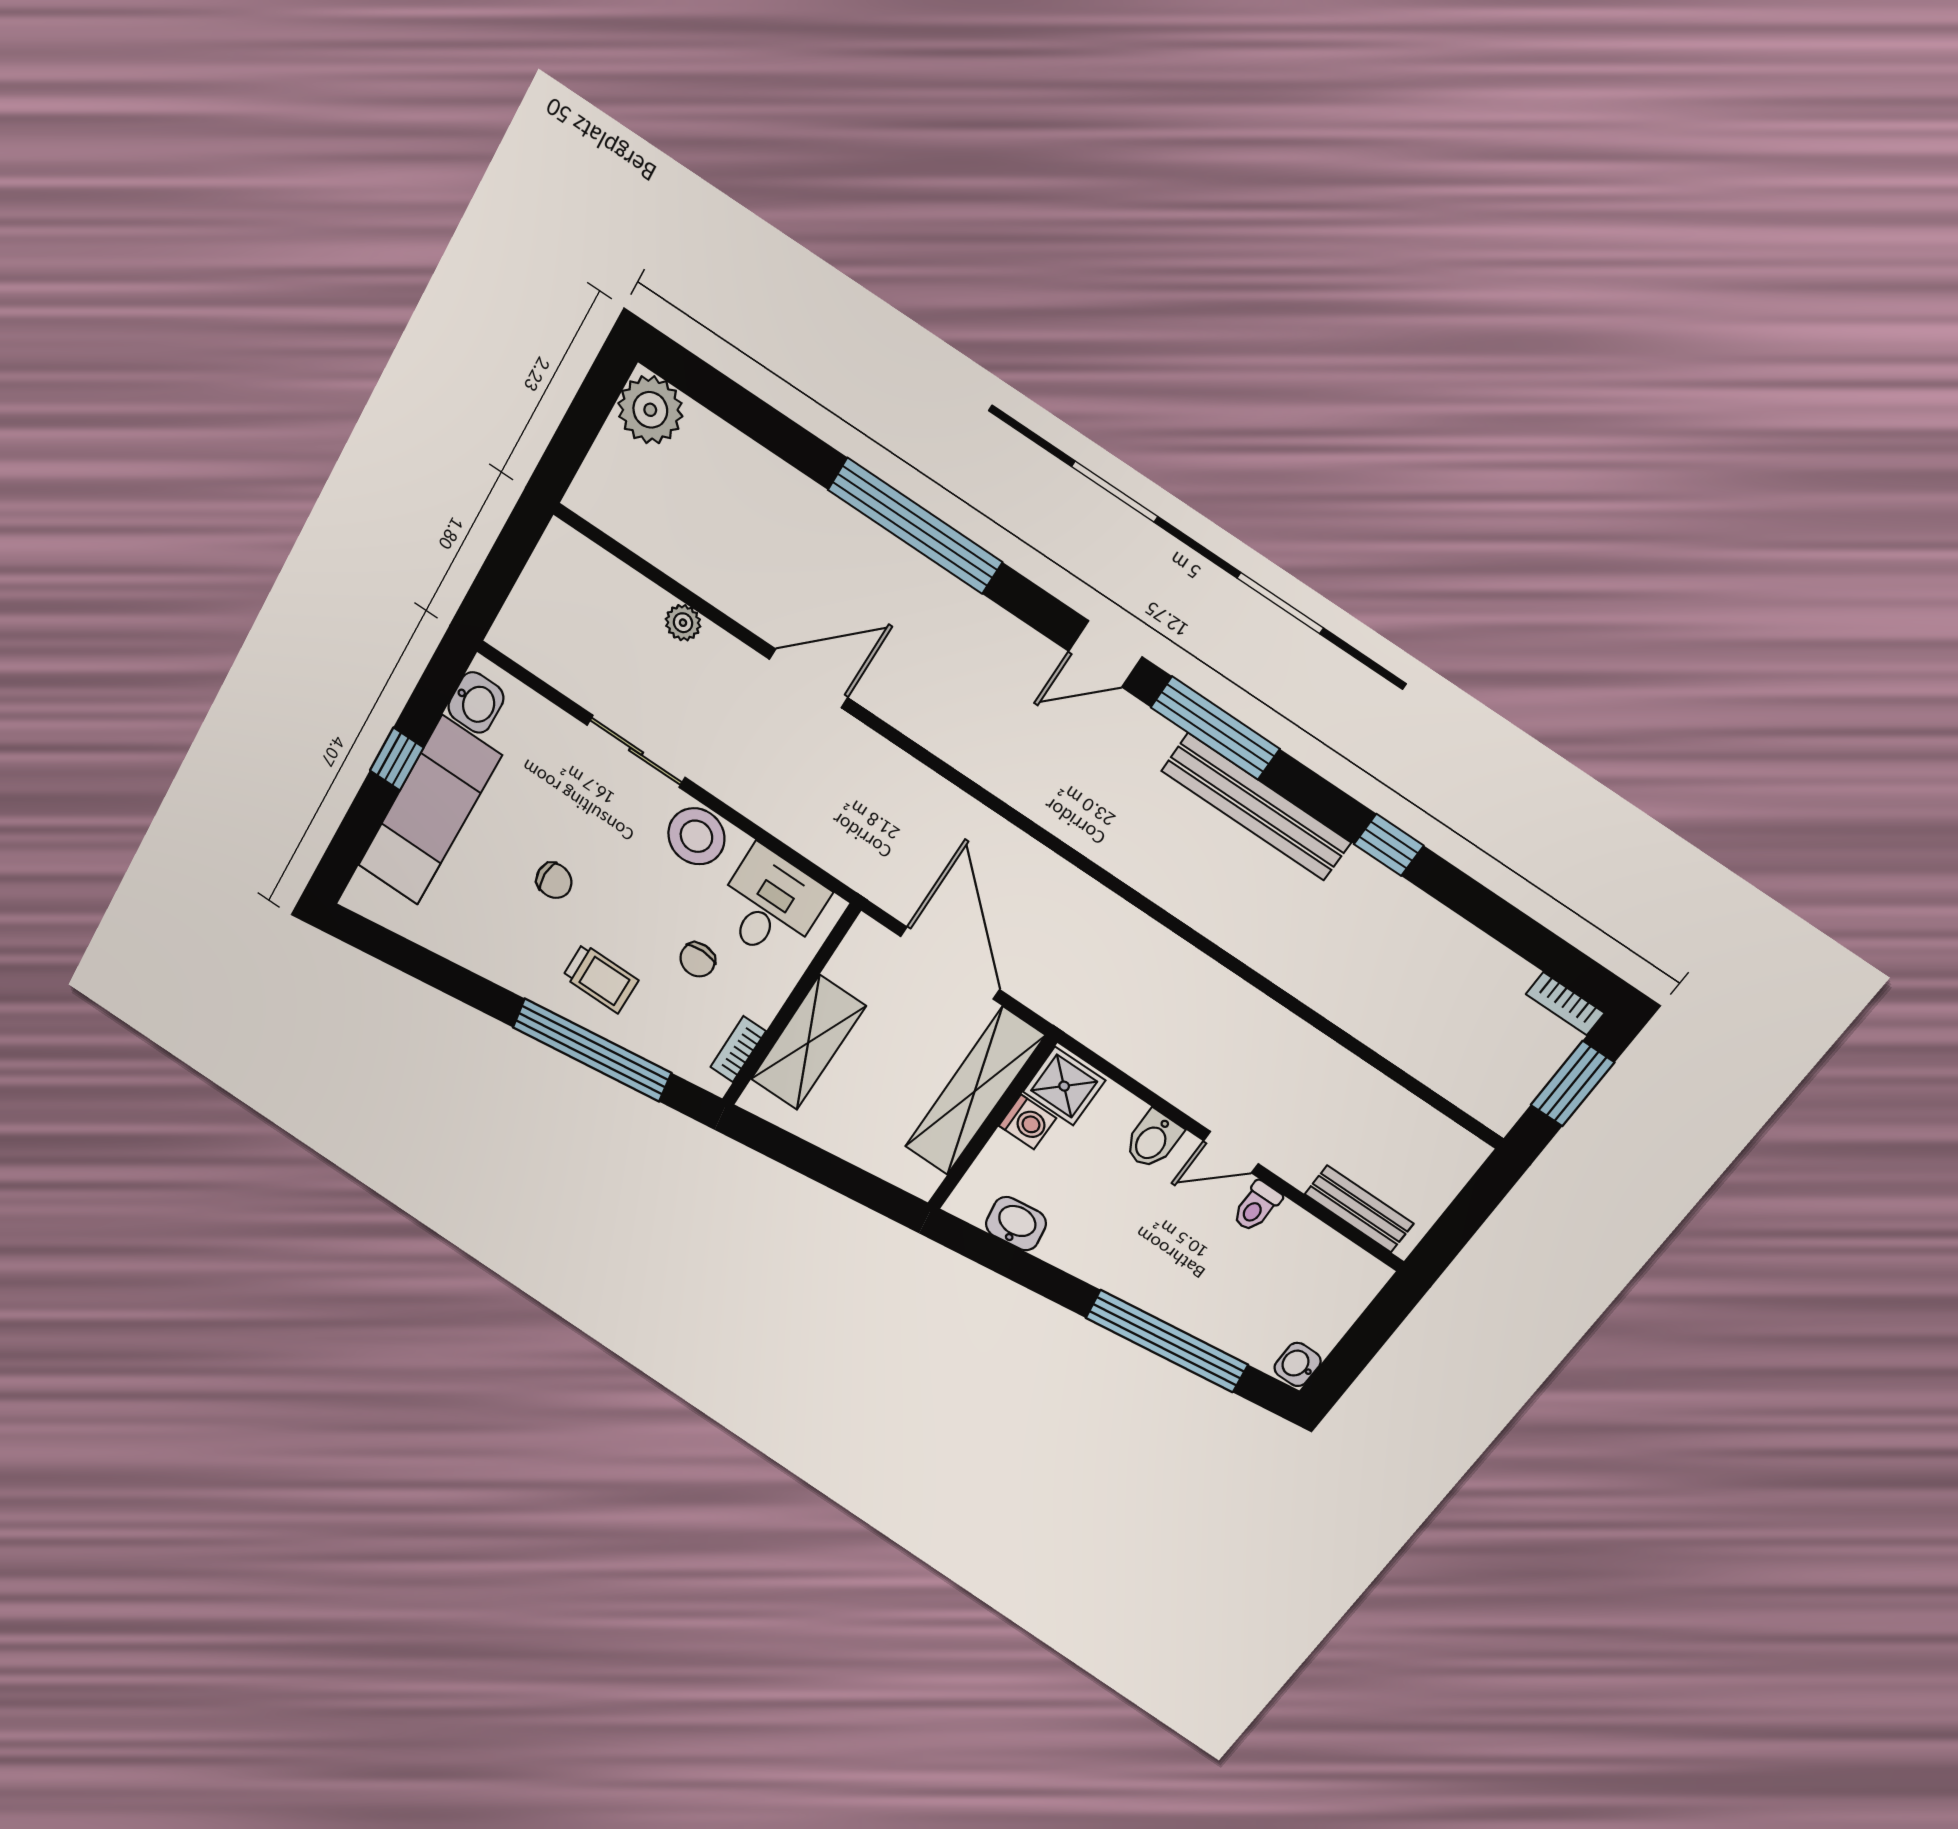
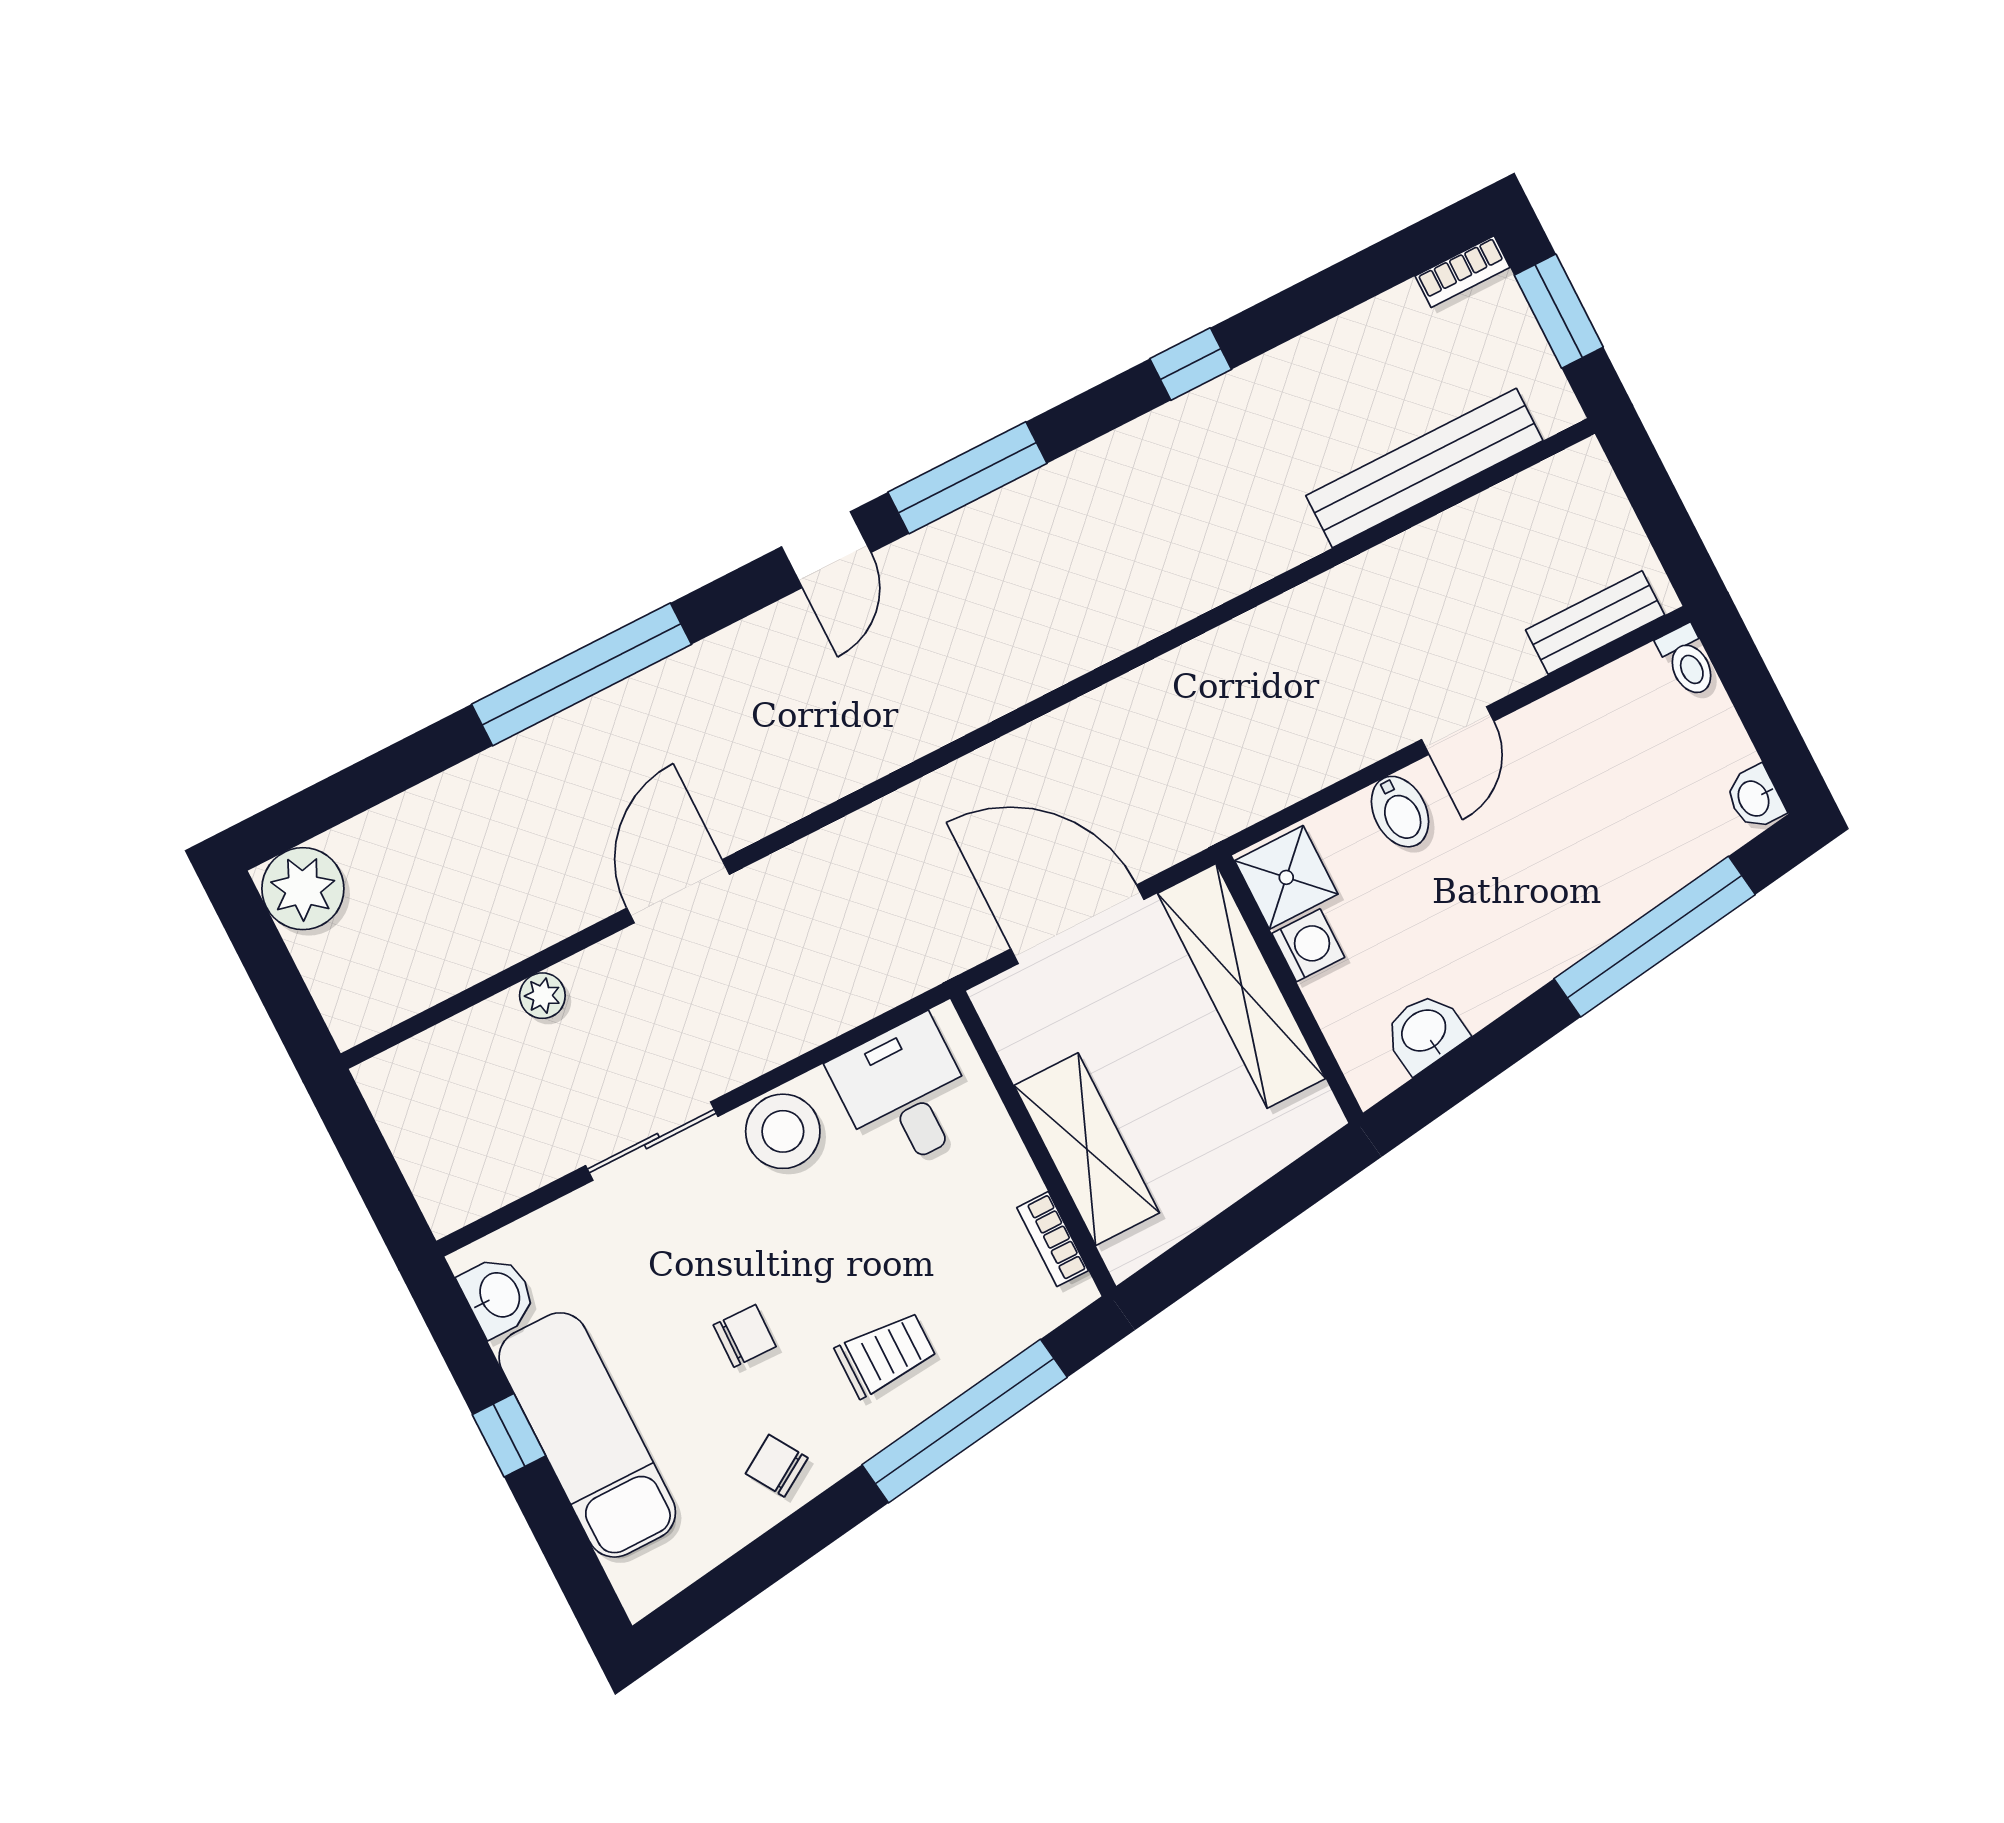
bench: (1256, 807) -> (1424, 468), moved
chair: (698, 960) -> (777, 1466), moved, turned 148
toilet: (1256, 1206) -> (1688, 661), moved

